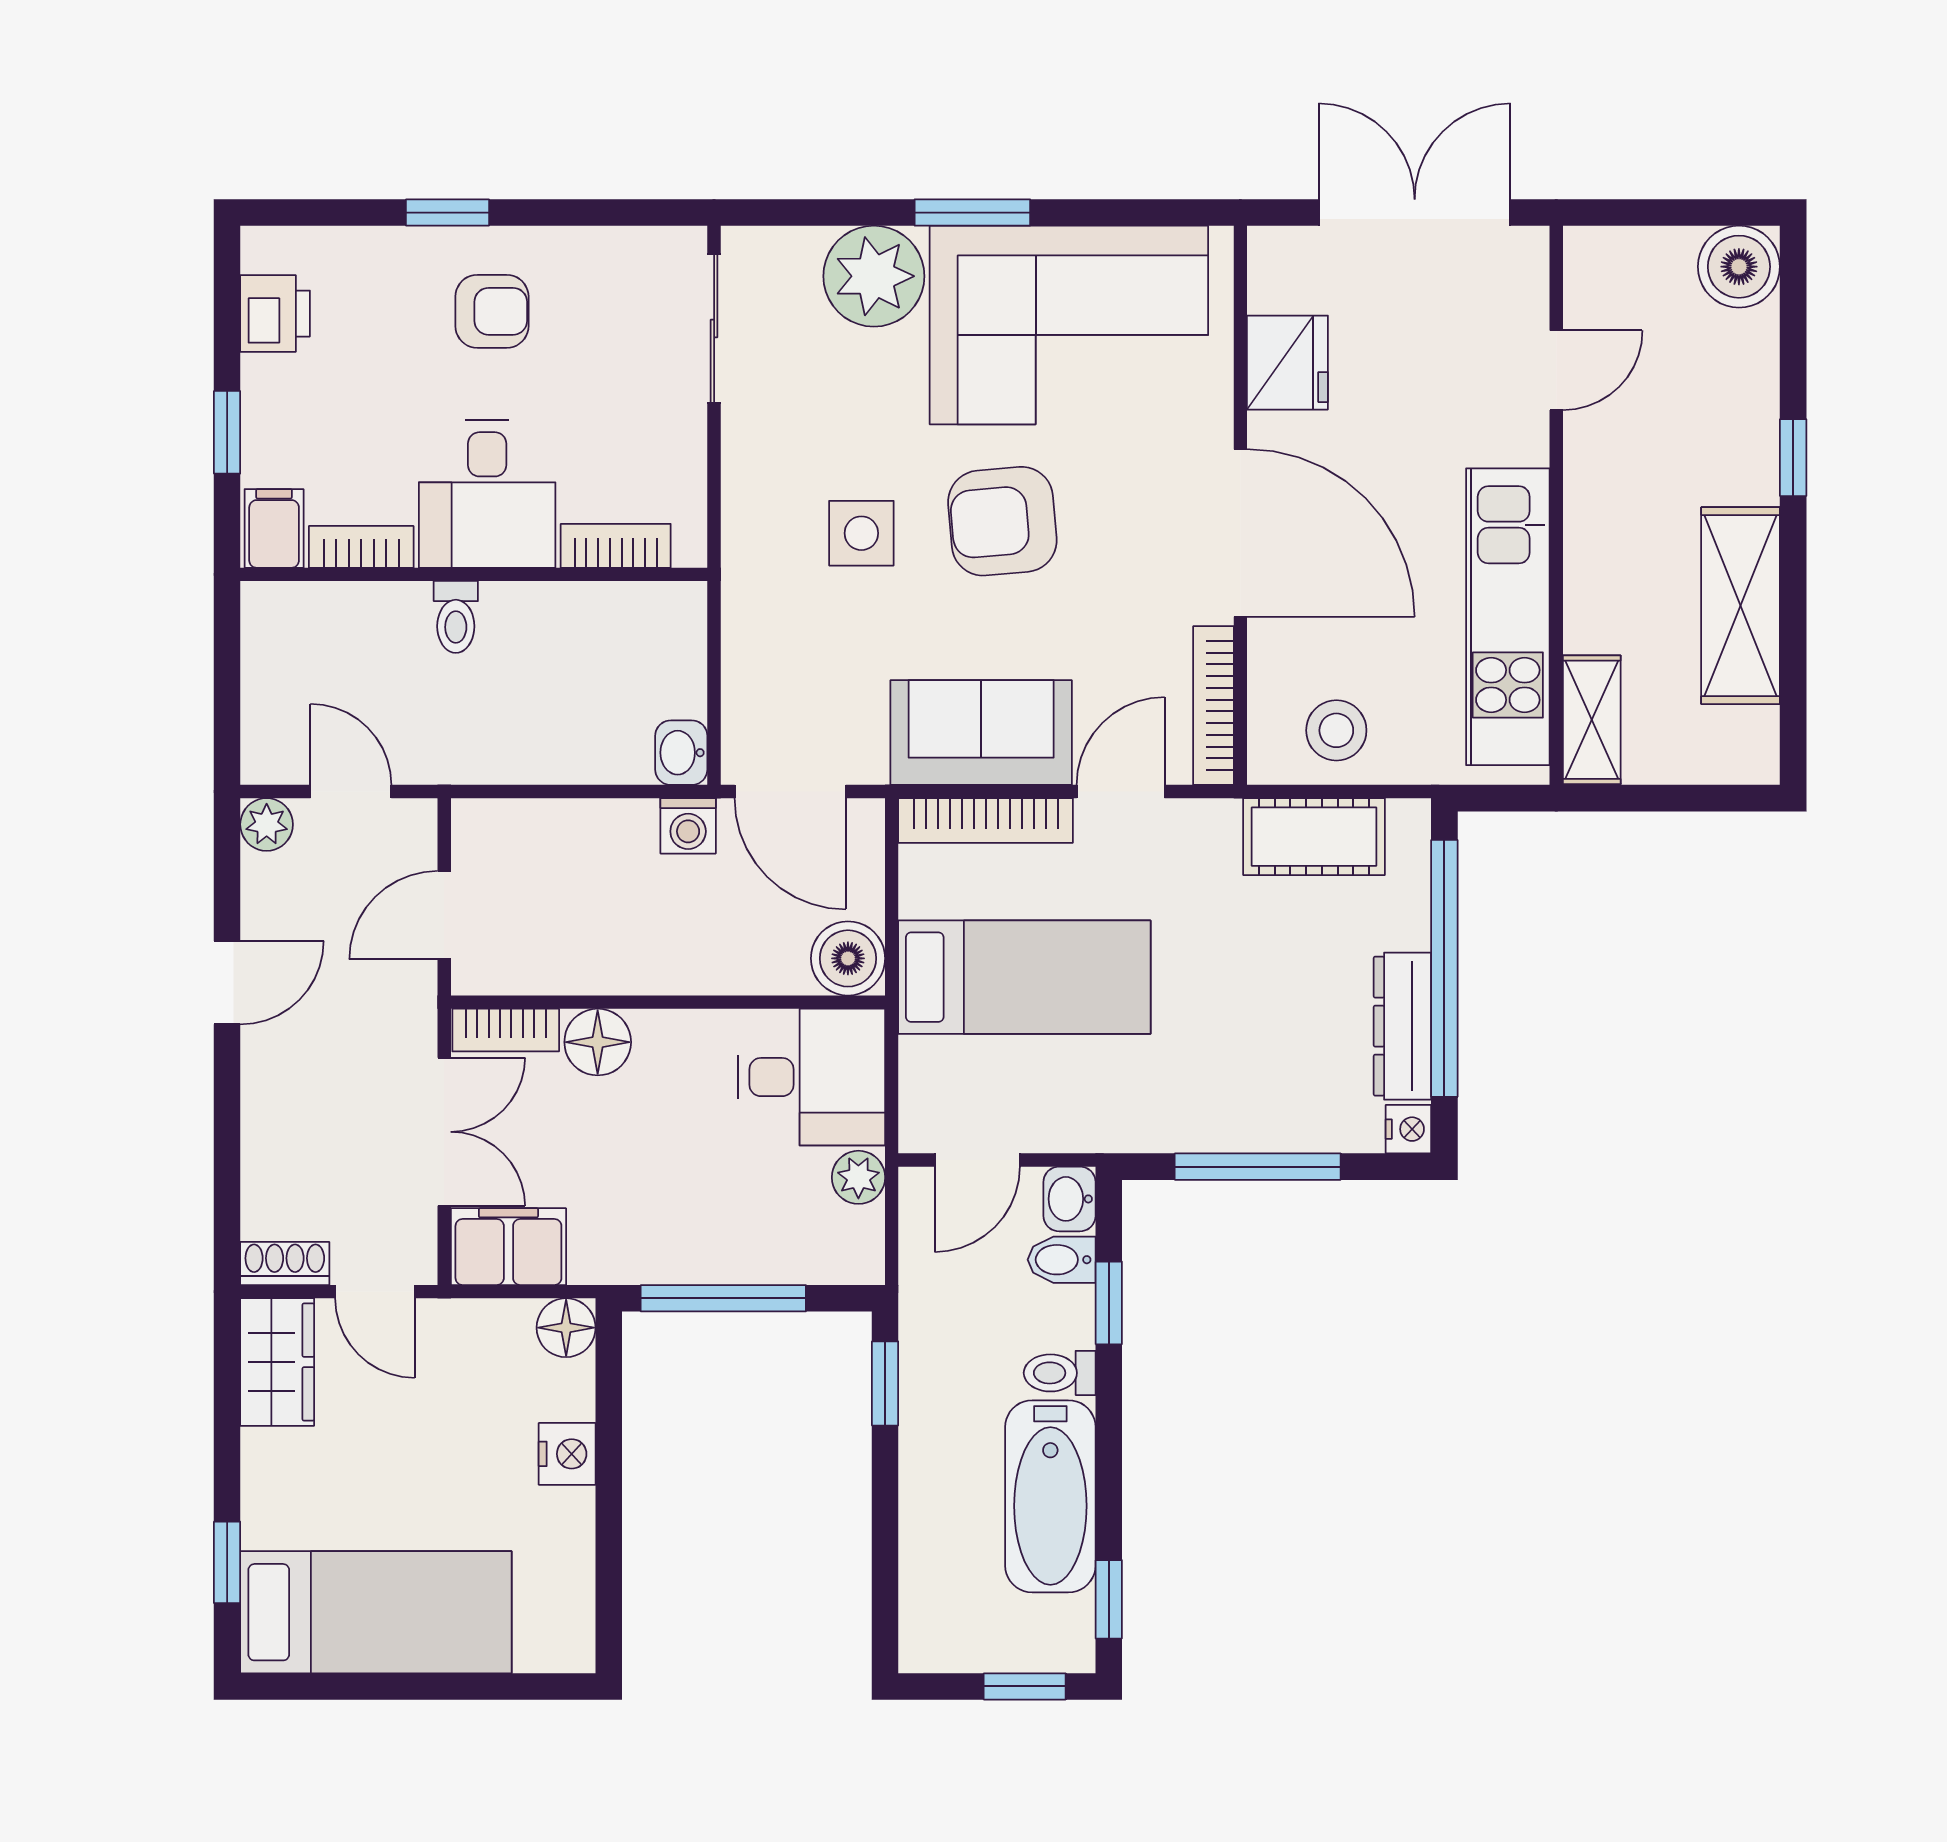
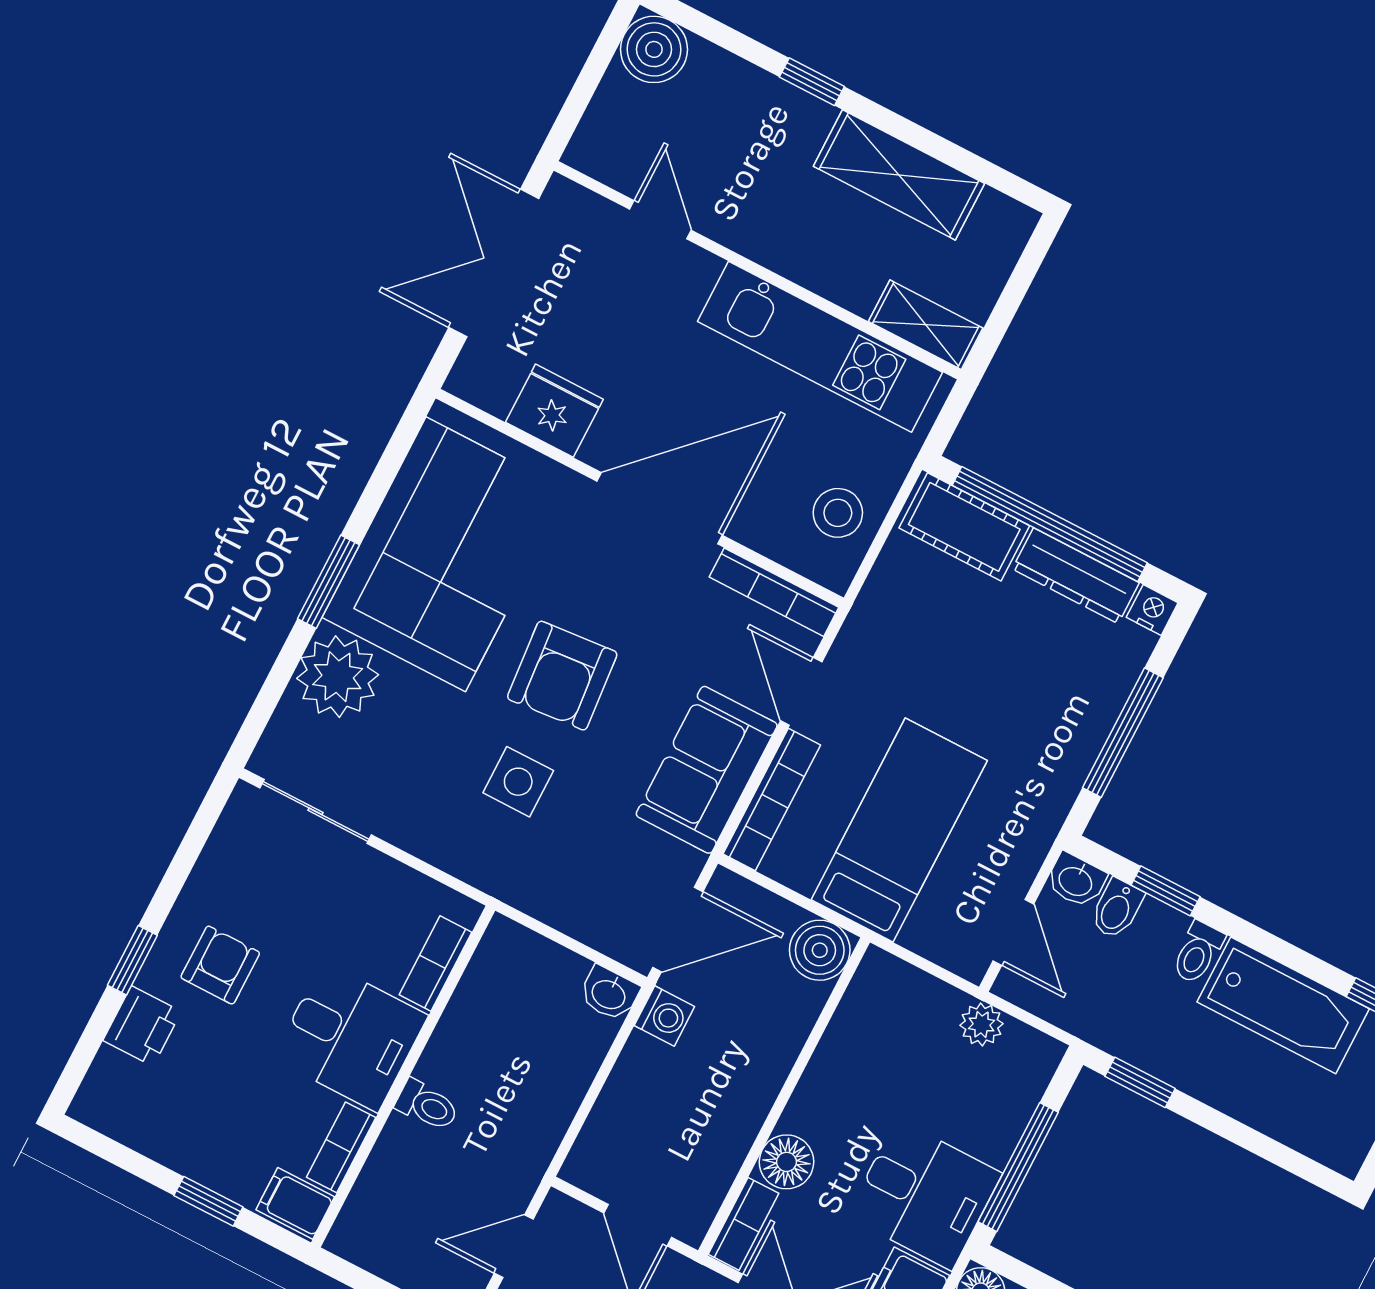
printer: (275, 314) -> (142, 1026), moved, turned 90
cot: (1314, 837) -> (964, 527), moved, turned 90
desk: (811, 1077) -> (924, 1195), moved, turned 90

